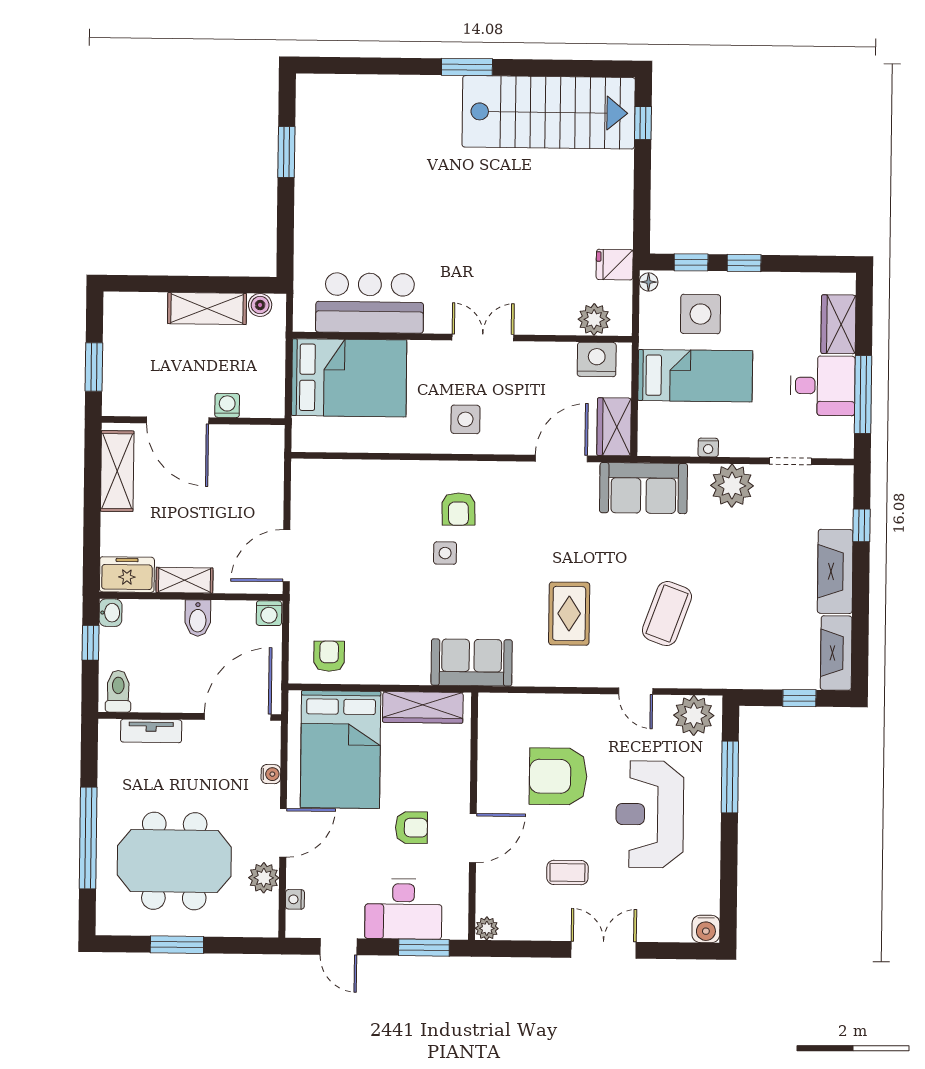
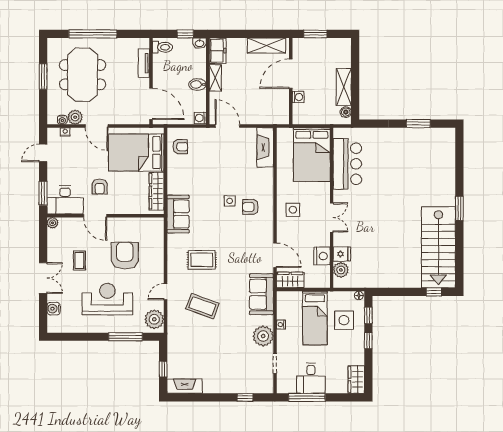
fridge: (615, 265) -> (342, 254), moved, turned 90
wardrobe: (838, 324) -> (356, 380), moved, turned -90
nightstand: (597, 359) -> (322, 256), moved
fireplace: (835, 571) -> (265, 147), moved, turned -90
water cooler: (271, 774) -> (62, 120), moved
desk: (403, 909) -> (65, 200), moved, turned -90
water cooler: (706, 929) -> (54, 309), moved

